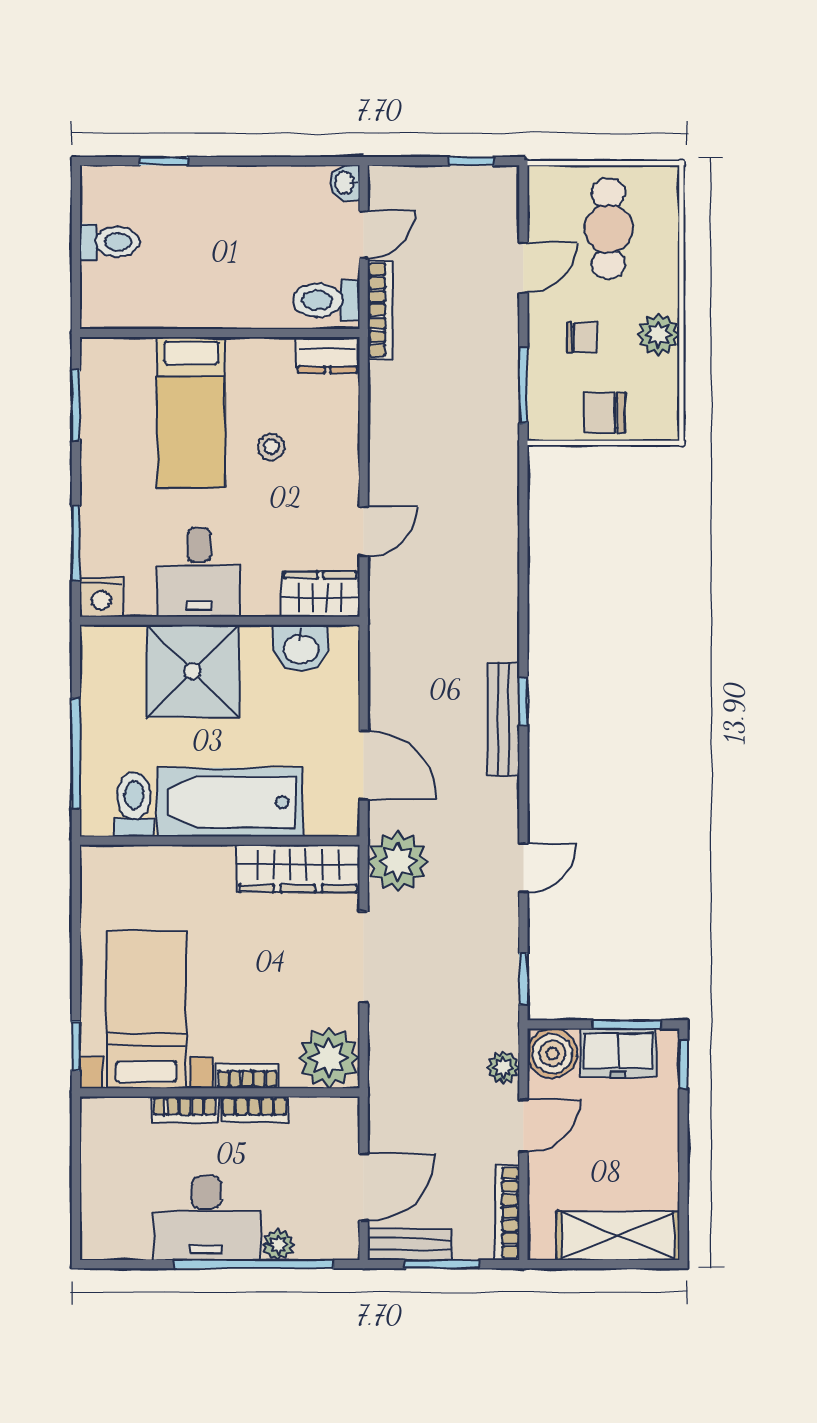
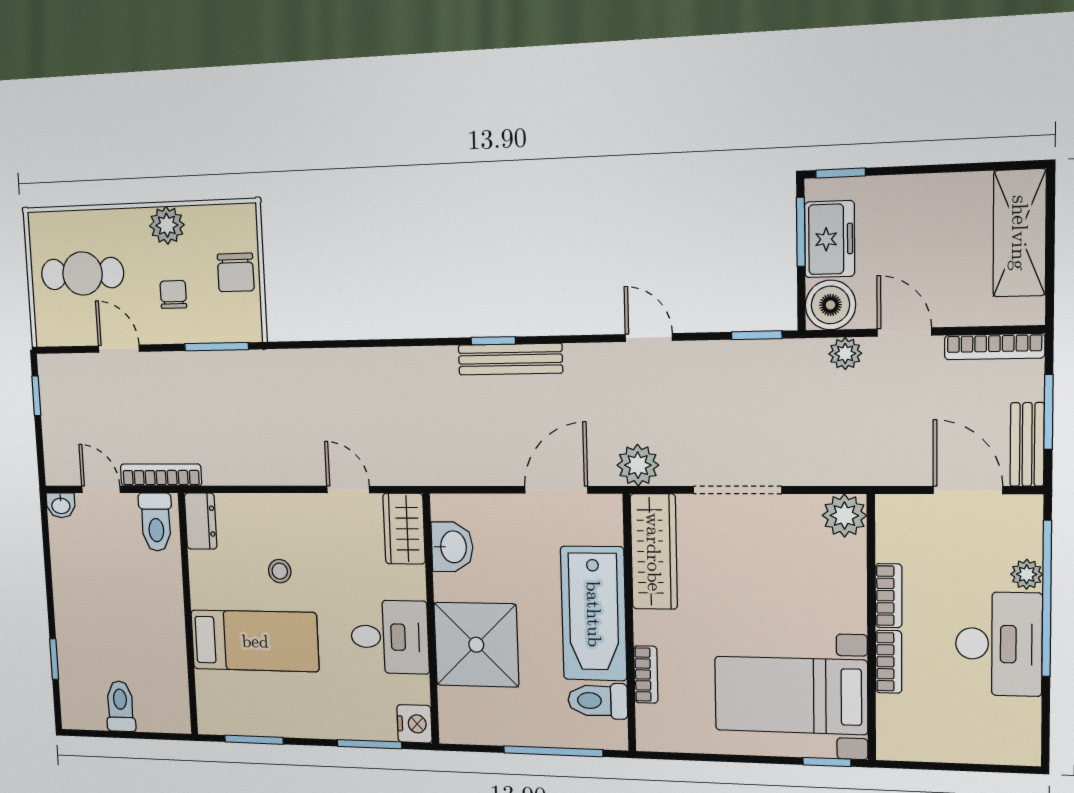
plant: (398, 862) -> (638, 465), width x0.73, depth x0.73
plant: (329, 1058) -> (844, 516), width x0.73, depth x0.73
bookcase: (247, 1076) -> (646, 675), moved, turned 180

